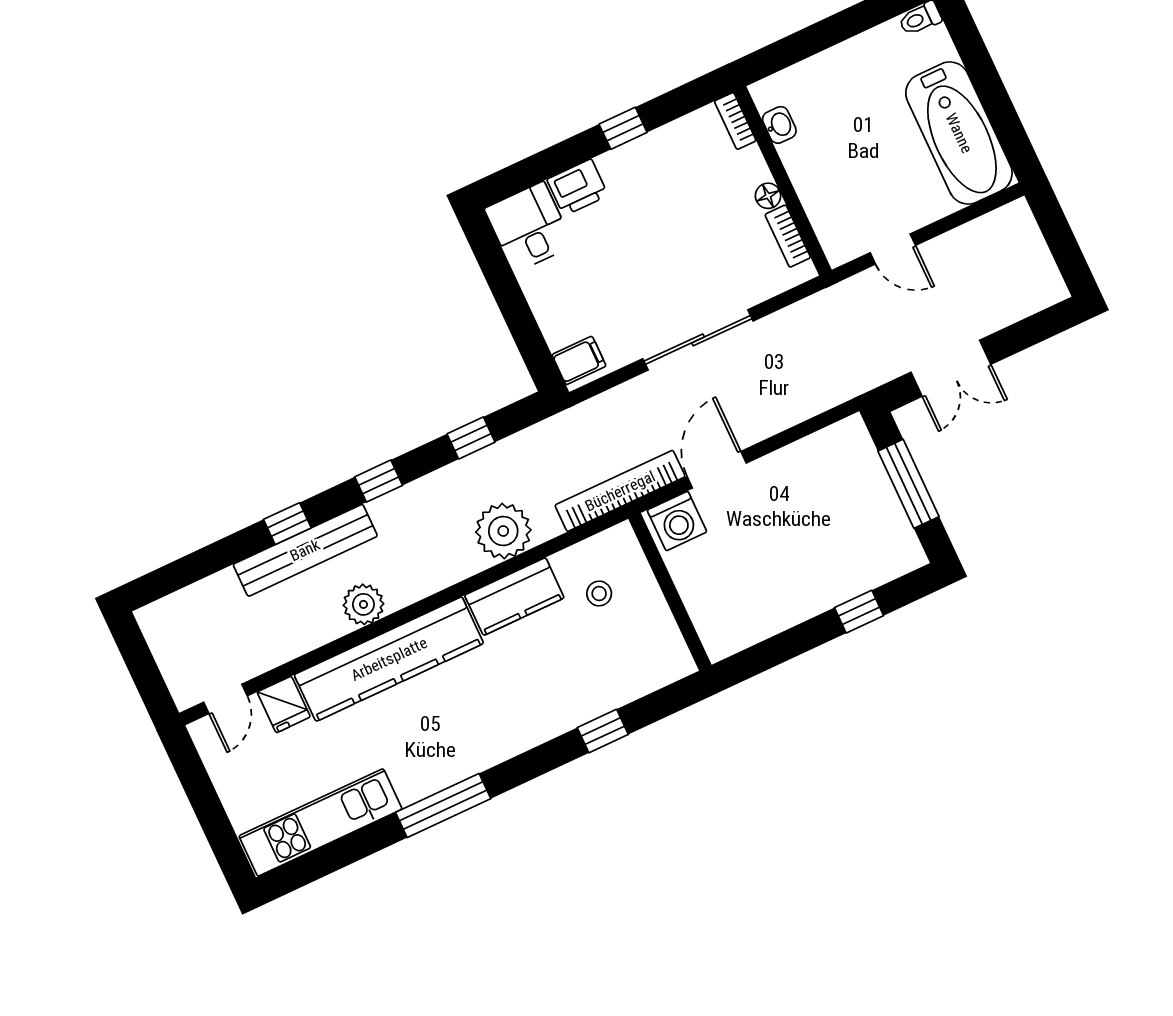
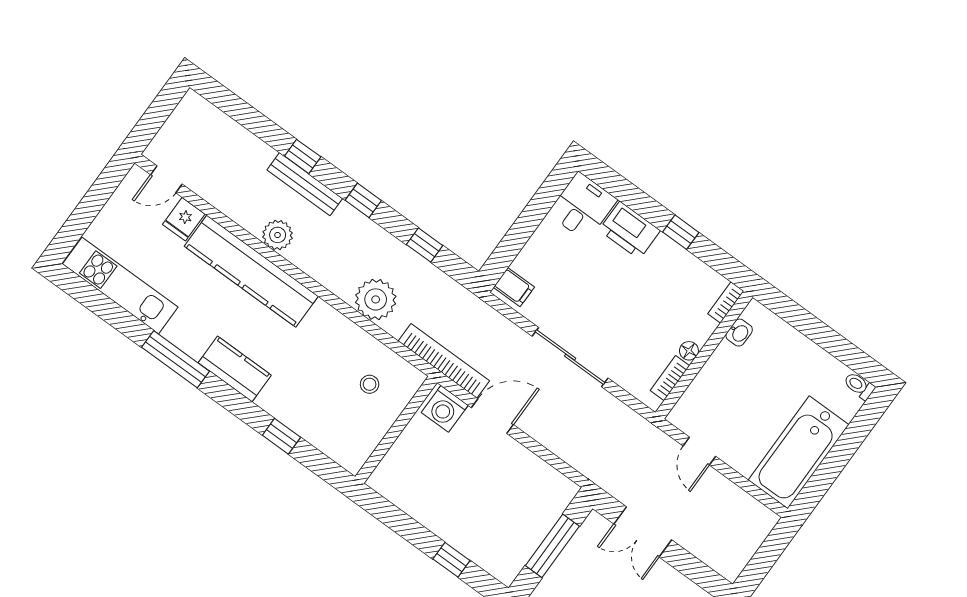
printer: (578, 187) -> (630, 230), width x1.37, depth x1.19
bench: (305, 550) -> (305, 184), width x0.73, depth x0.82
kitchen counter: (514, 597) -> (235, 369), moved, turned 180

